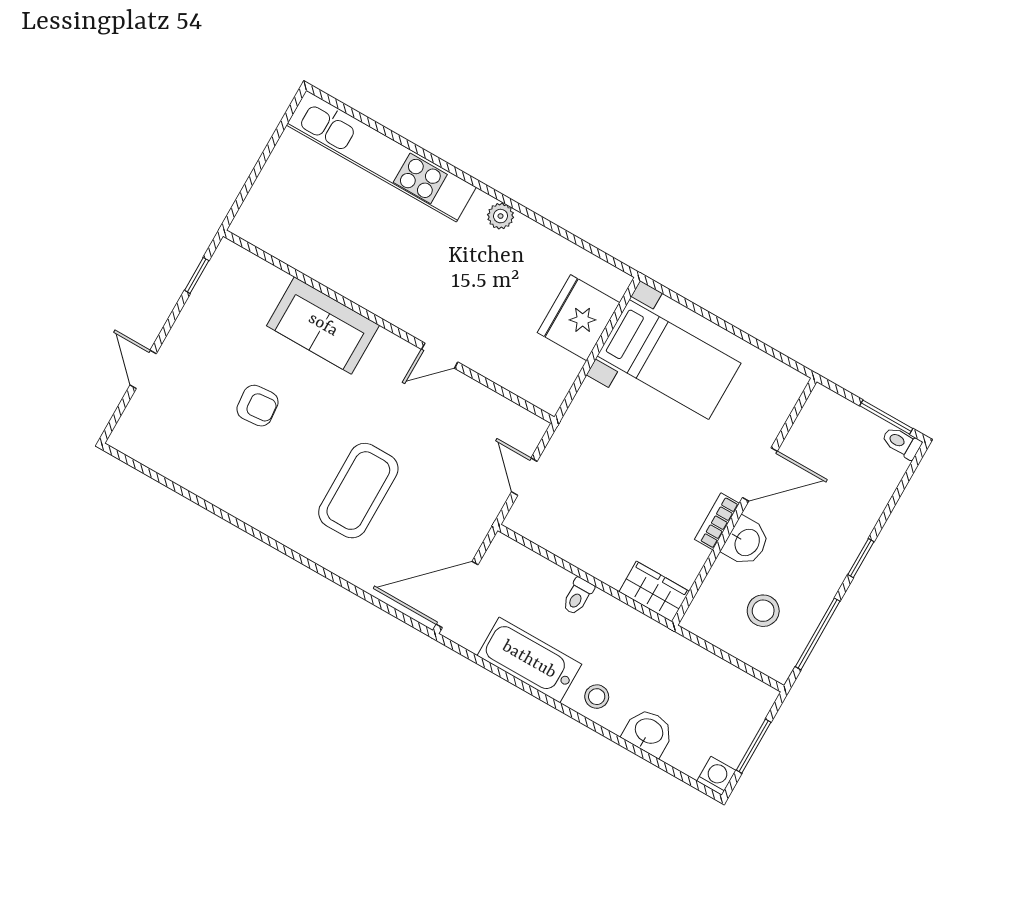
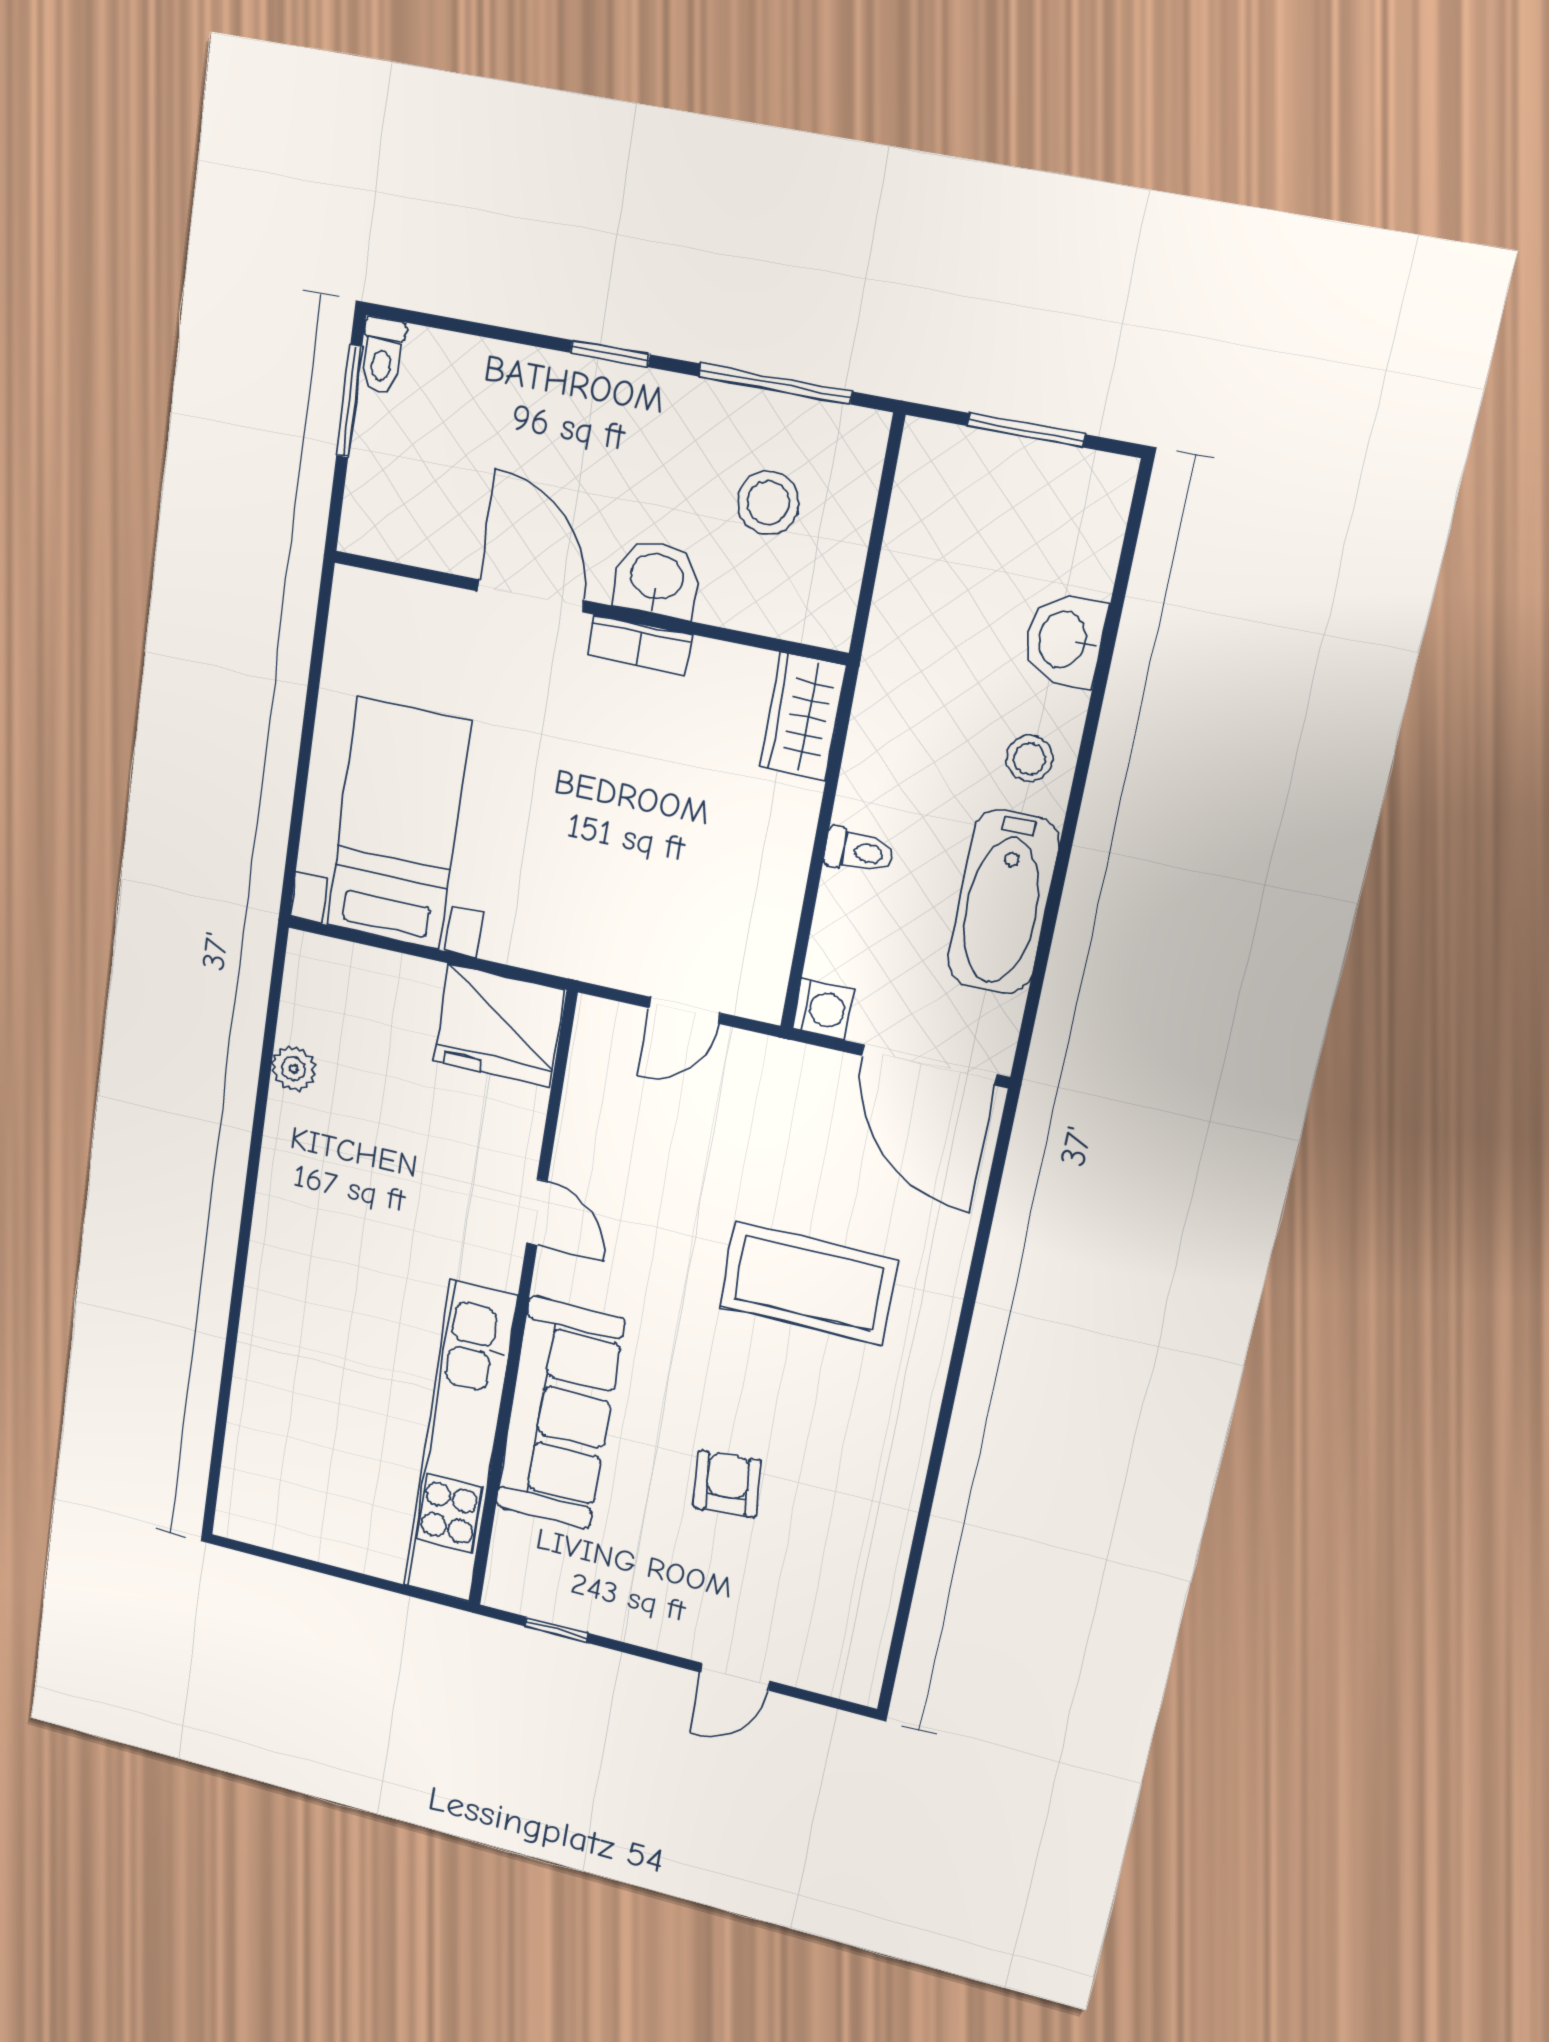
kitchen unit: (381, 156) -> (460, 1443), moved, turned 180
plant: (501, 216) -> (294, 1069), moved
fridge: (579, 318) -> (499, 1025), moved
sofa: (323, 325) -> (560, 1414), width x1.36
washing machine: (716, 776) -> (823, 1009), moved, turned 180

